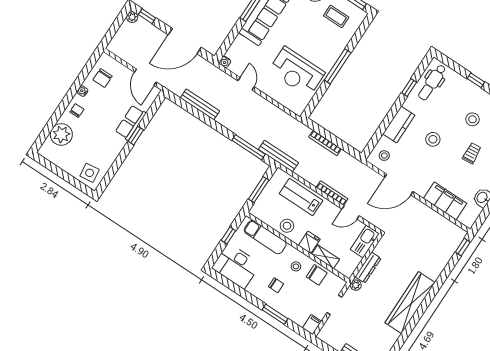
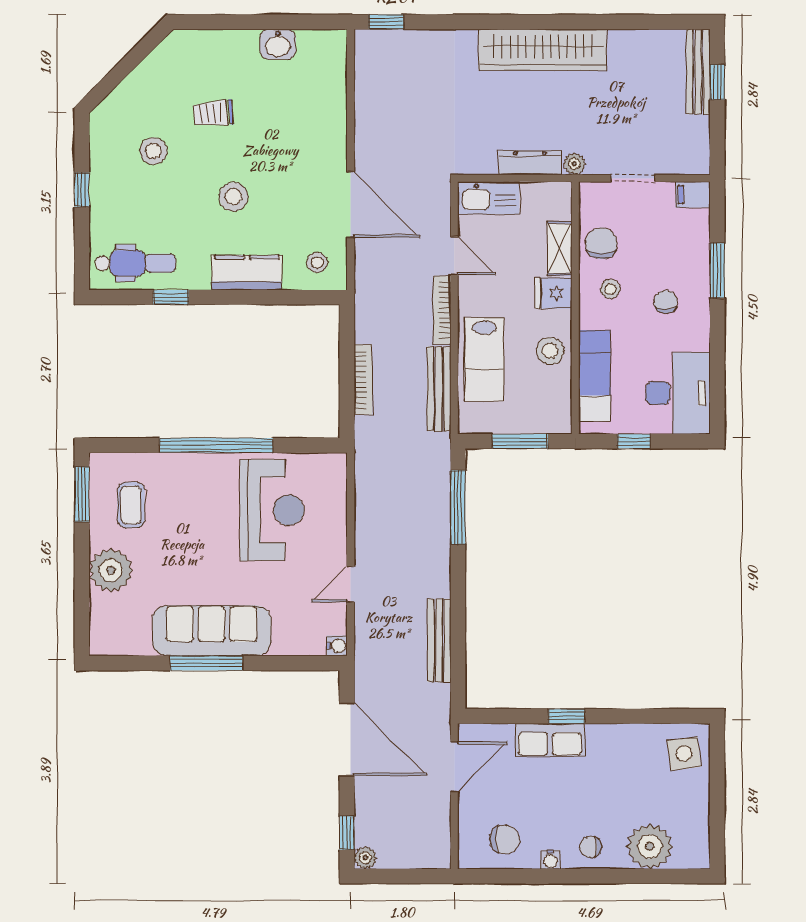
window: (338, 66) -> (216, 445), width x1.46
bench: (278, 156) -> (439, 389), moved
filing cabinet: (445, 201) -> (326, 105), removed

